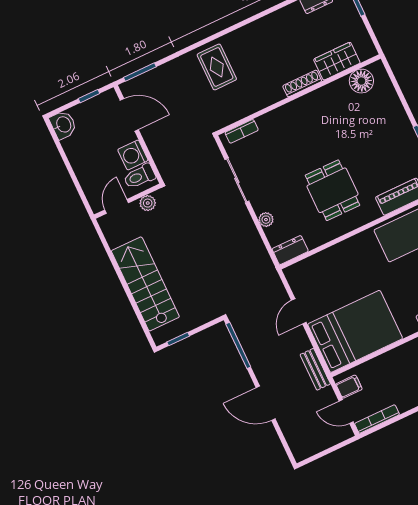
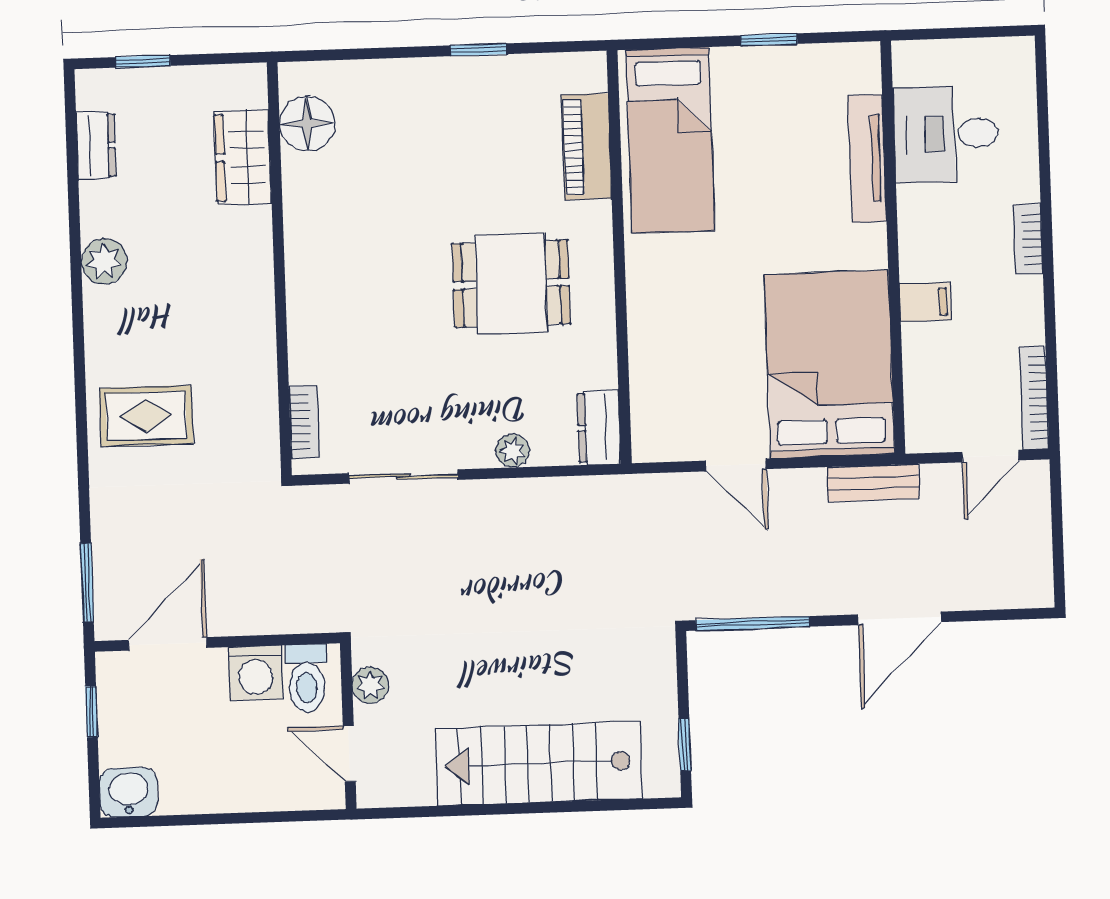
plant: (271, 24) -> (104, 261), added
shoe rack: (302, 84) -> (259, 251), removed
filing cabinet: (349, 387) -> (925, 302), moved, turned 90

